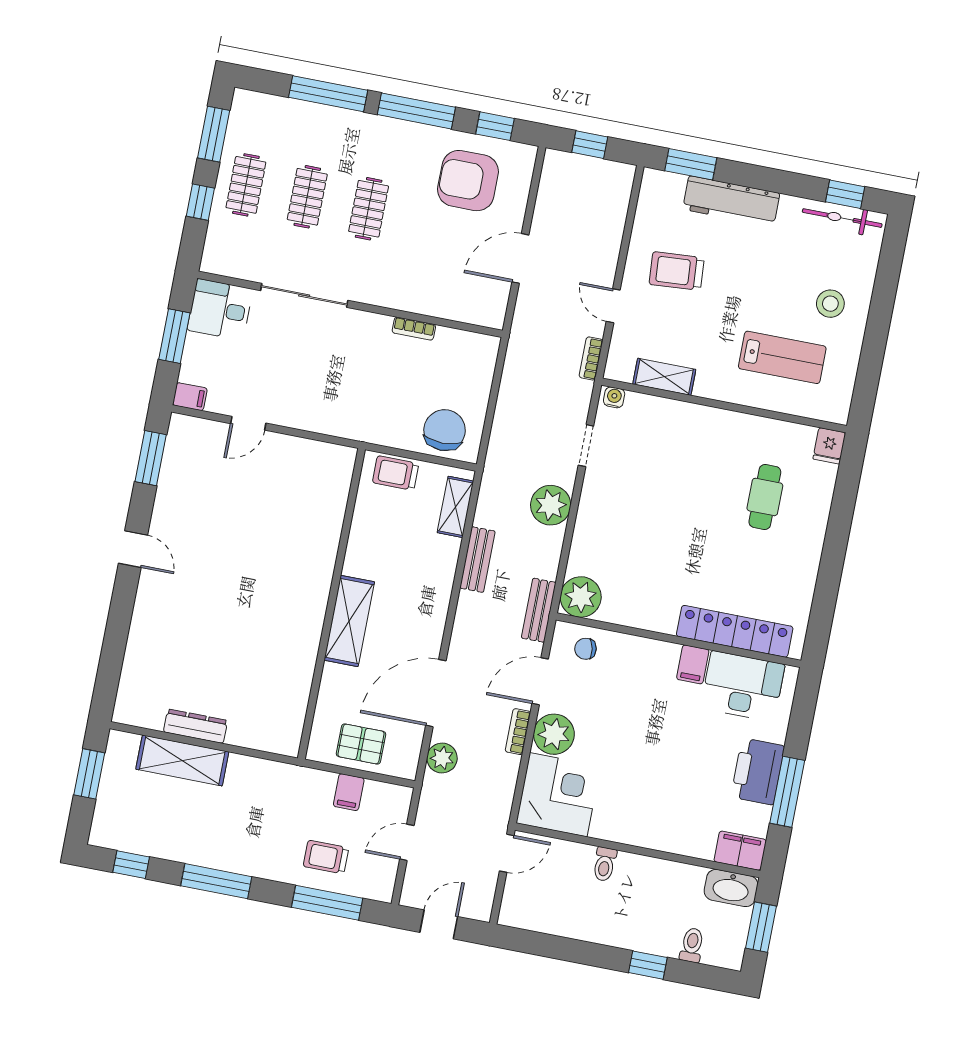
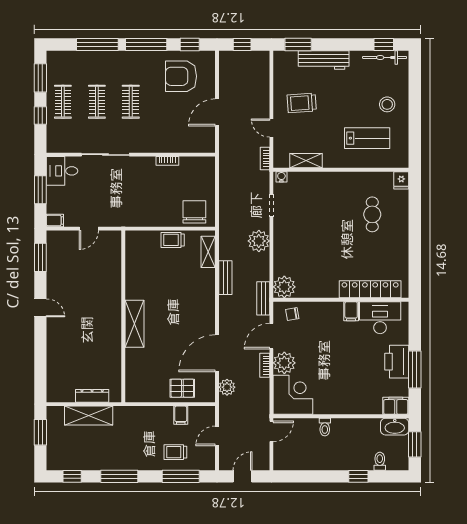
wall: (331, 604) -> (123, 316), moved
shelving: (349, 621) -> (134, 324), moved

